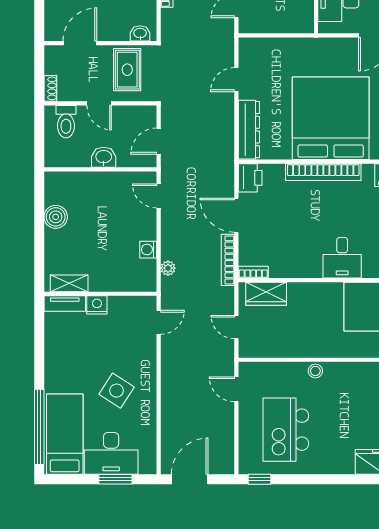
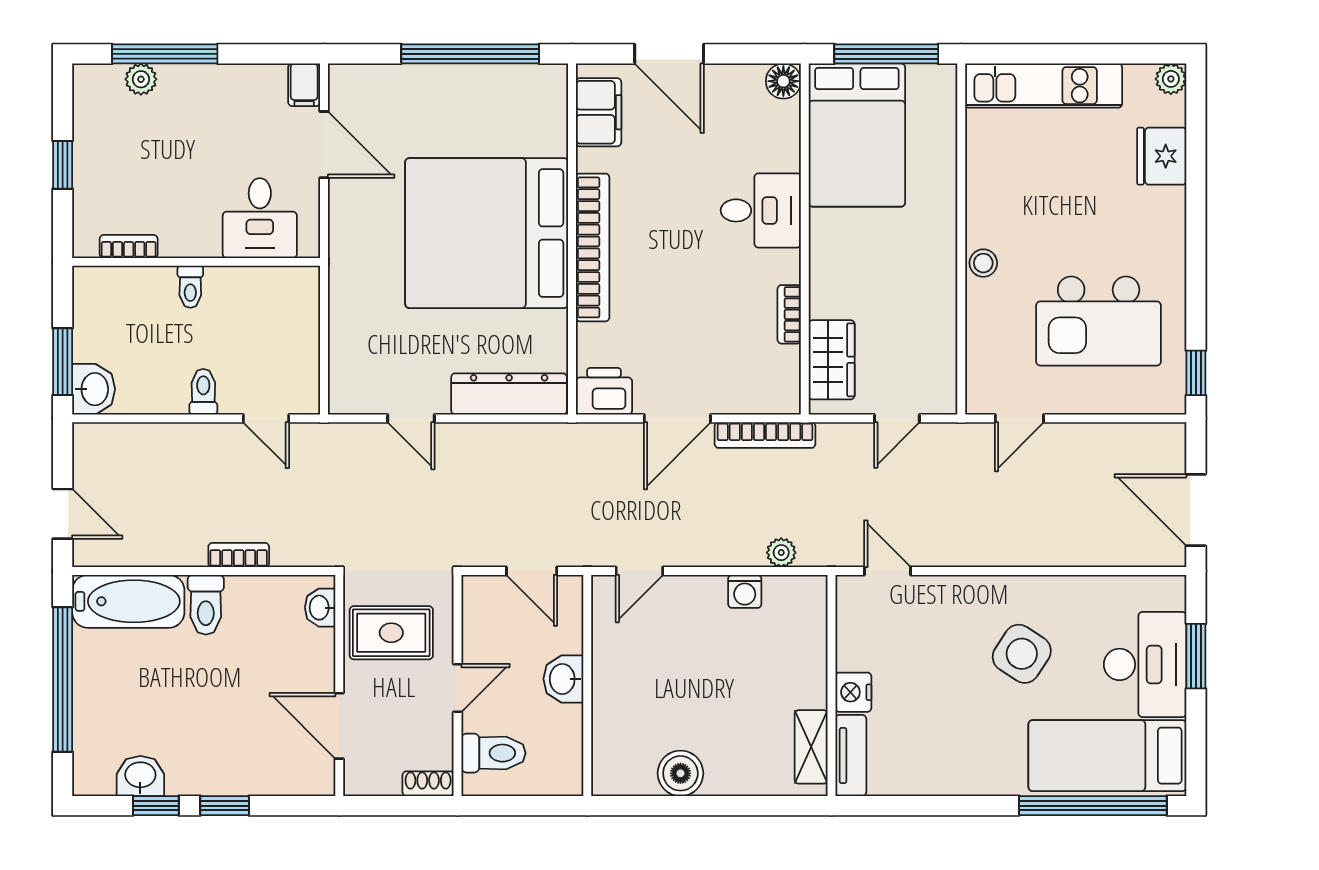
bookcase: (253, 272) -> (789, 314), moved

